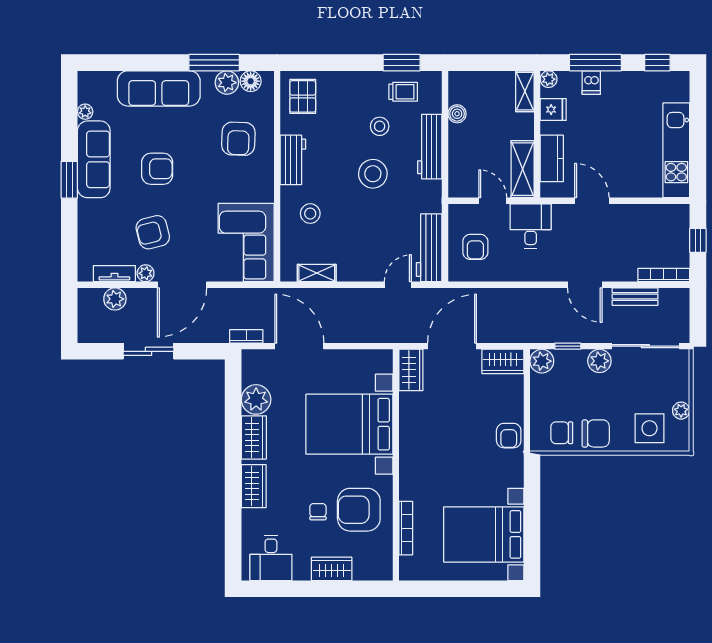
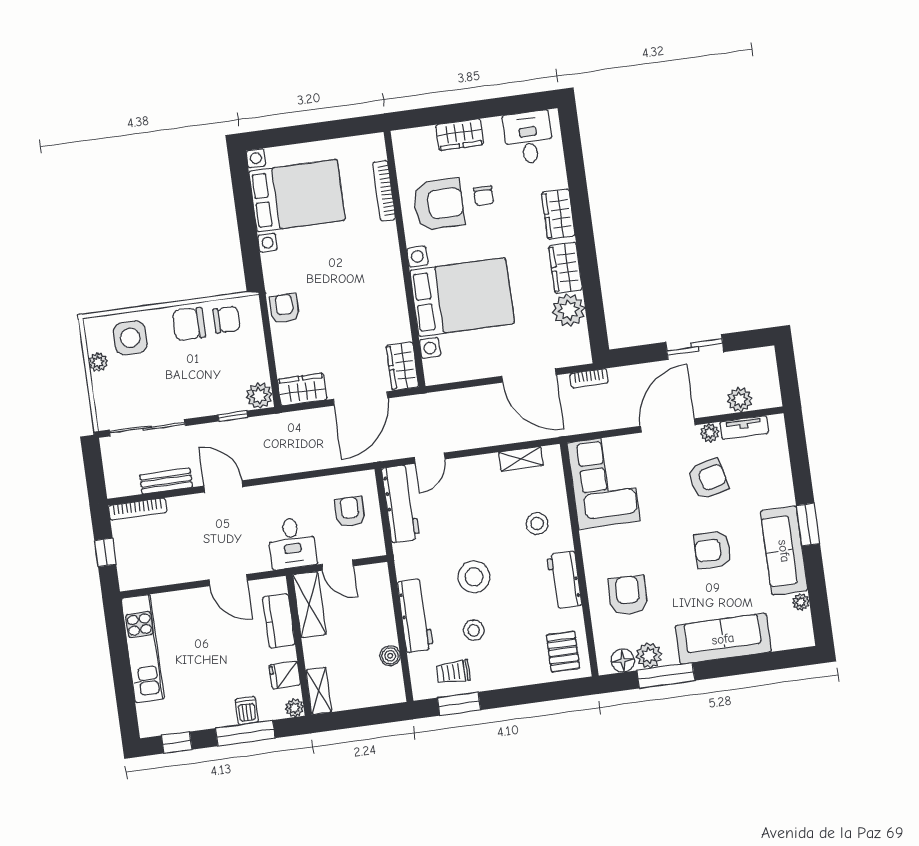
plant: (599, 361) -> (196, 405), removed

